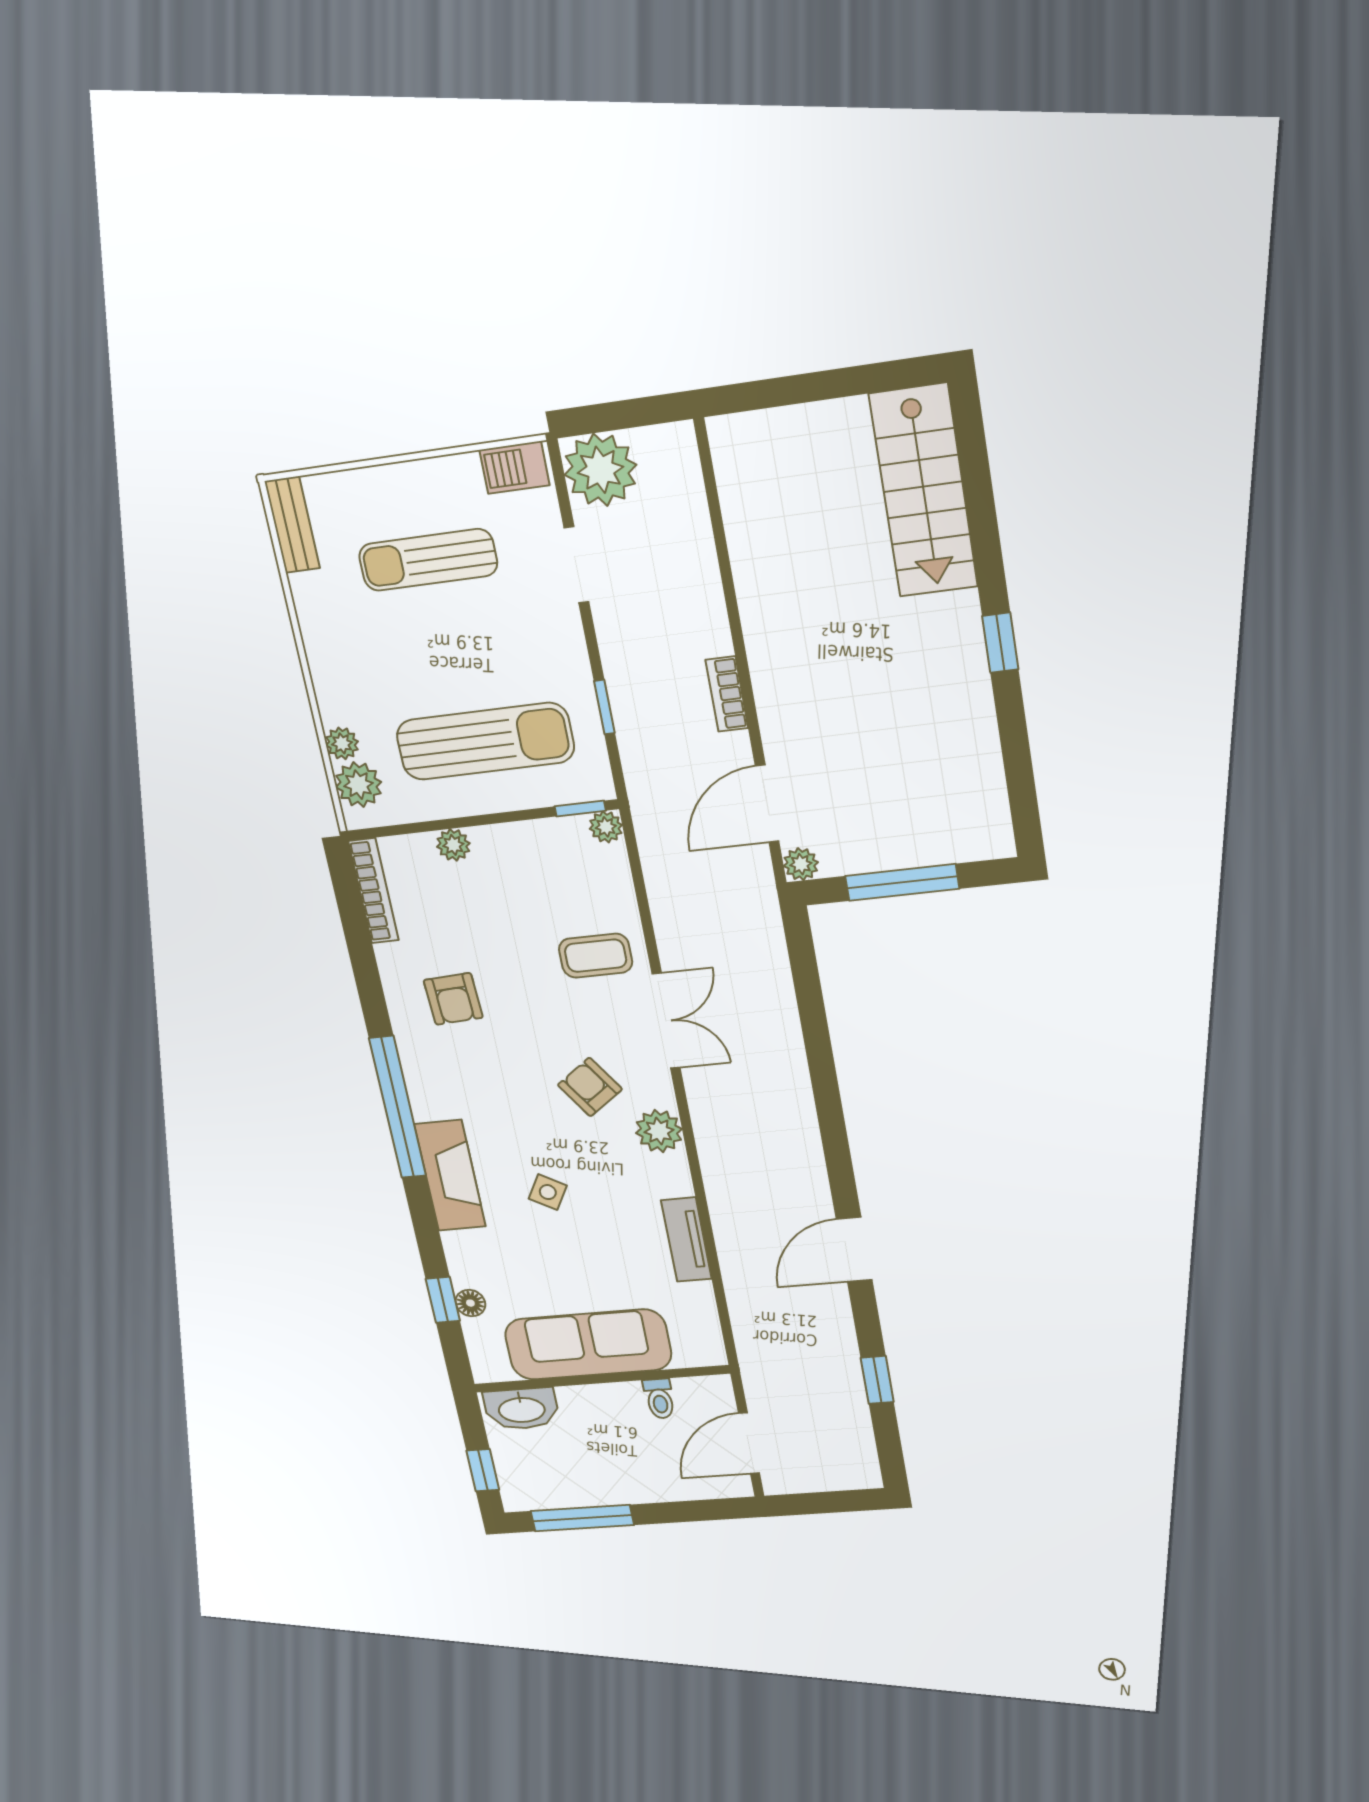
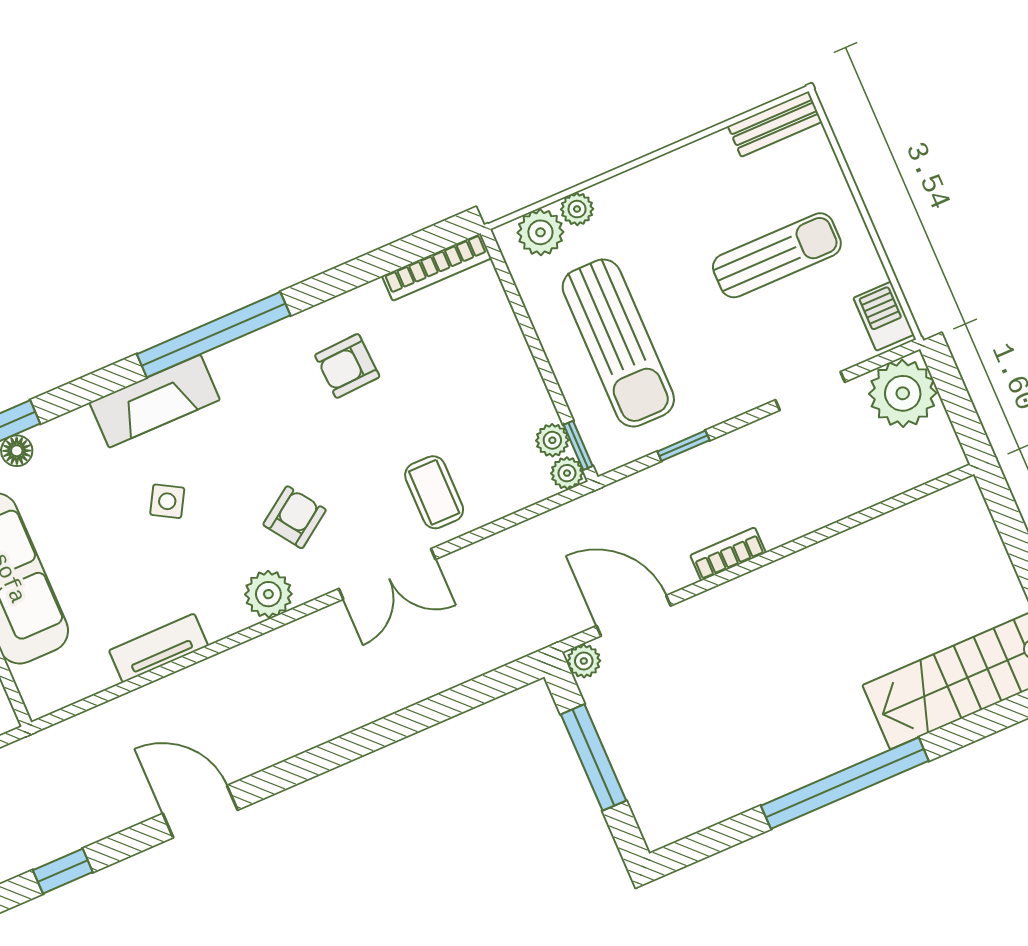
sun lounger: (428, 560) -> (777, 255), turned 90
window: (1000, 643) -> (845, 783), width x3.17
plant: (453, 845) -> (552, 440), moved

